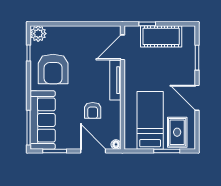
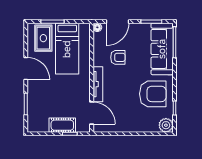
cot: (161, 36) -> (62, 125), width x0.73, depth x0.75
door: (122, 47) -> (92, 113), hinge flipped
armchair: (53, 69) -> (153, 94), turned 90
armchair: (93, 110) -> (118, 57), turned 90
door: (93, 151) -> (117, 22), hinge flipped

